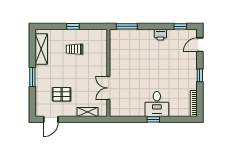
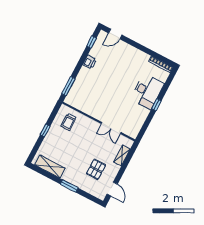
door: (200, 45) -> (115, 34), hinge flipped
trolley: (74, 49) -> (69, 122), moved
window: (200, 75) -> (140, 47), removed
desk: (157, 104) -> (147, 91), width x1.37

